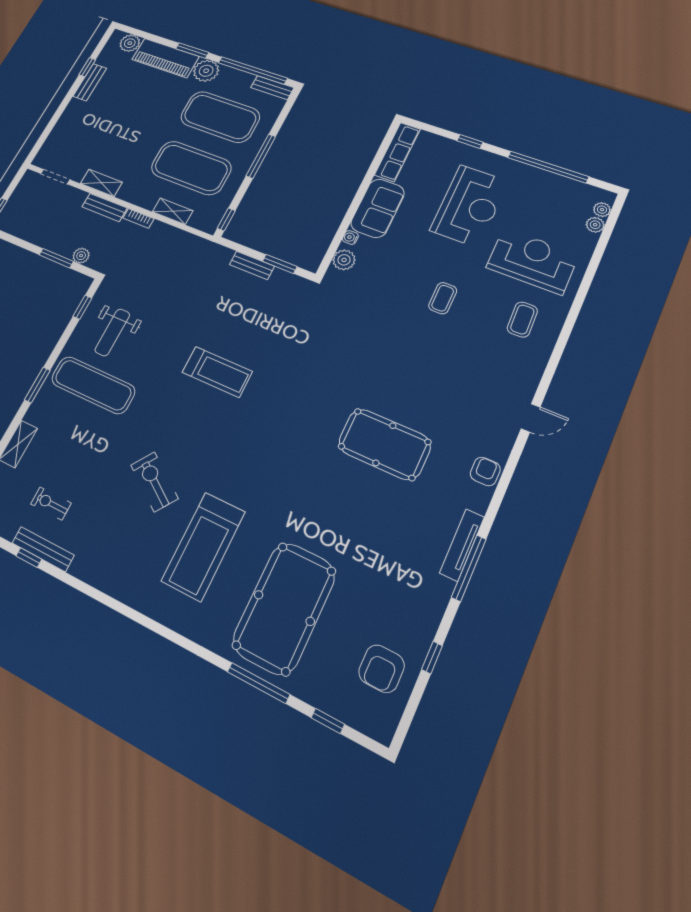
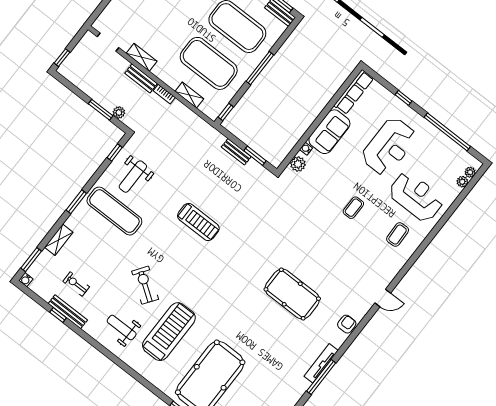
treadmill: (203, 546) -> (169, 332), turned 180
weight bench: (128, 556) -> (122, 328), added

